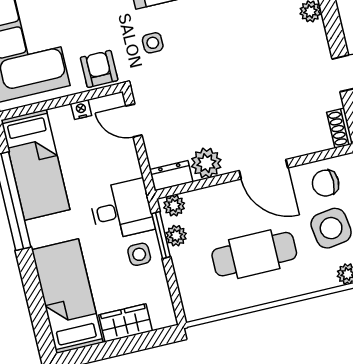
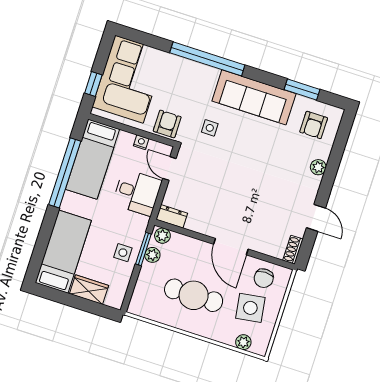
plant: (206, 163) -> (198, 222), removed
chair: (326, 183) -> (264, 278), turned -90
desk: (122, 210) -> (137, 192), moved

